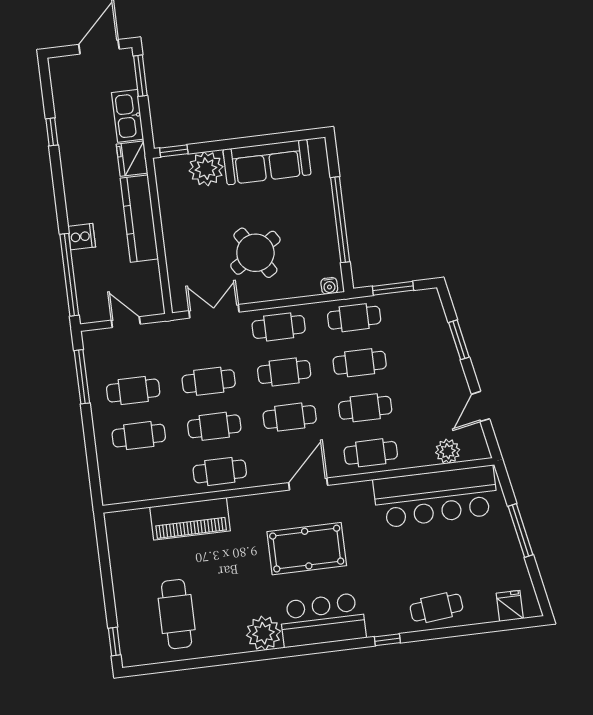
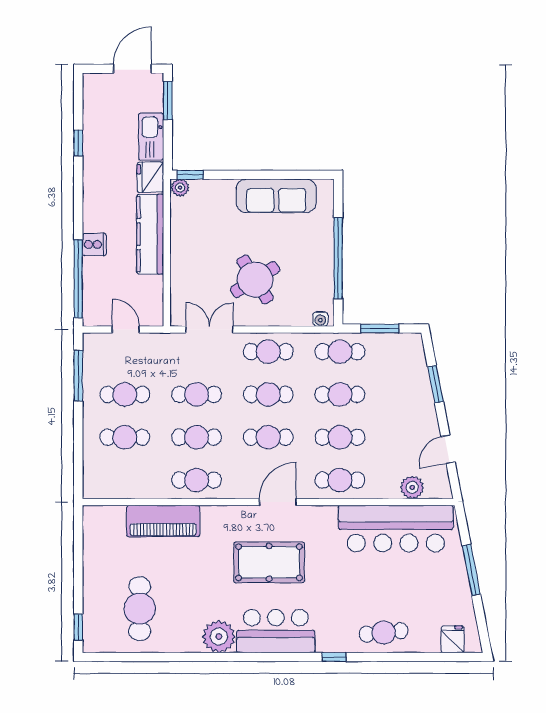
plant: (206, 169) -> (180, 188), moved, width x0.53, depth x0.53

